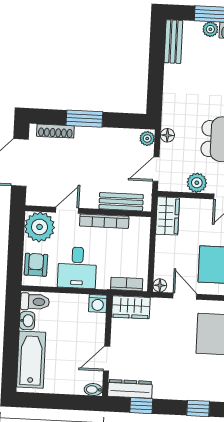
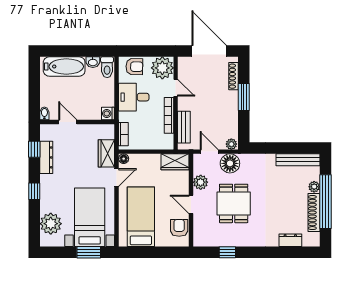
bench: (173, 42) -> (298, 160), width x1.36
floor lamp: (167, 135) -> (230, 163), width x1.89, depth x1.89
wardrobe: (131, 307) -> (106, 153), moved
dresser: (130, 389) -> (46, 157), moved

